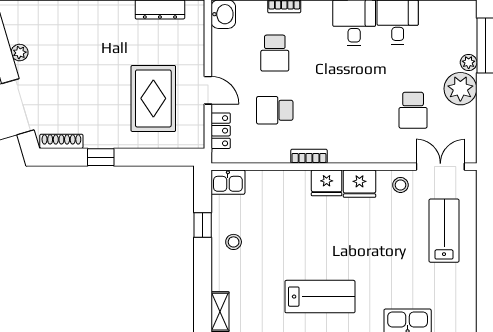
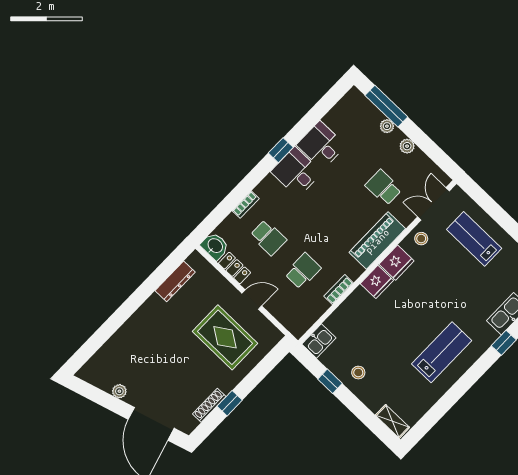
plant: (460, 89) -> (407, 146), width x0.53, depth x0.53
school desk: (275, 110) -> (303, 271), turned 180
school desk: (413, 110) -> (383, 187), turned 180
locker: (221, 131) -> (234, 268), moved
shoe rack: (61, 141) -> (209, 405), moved
piano: (362, 149) -> (377, 241), added
bookcase: (309, 156) -> (339, 289), moved

